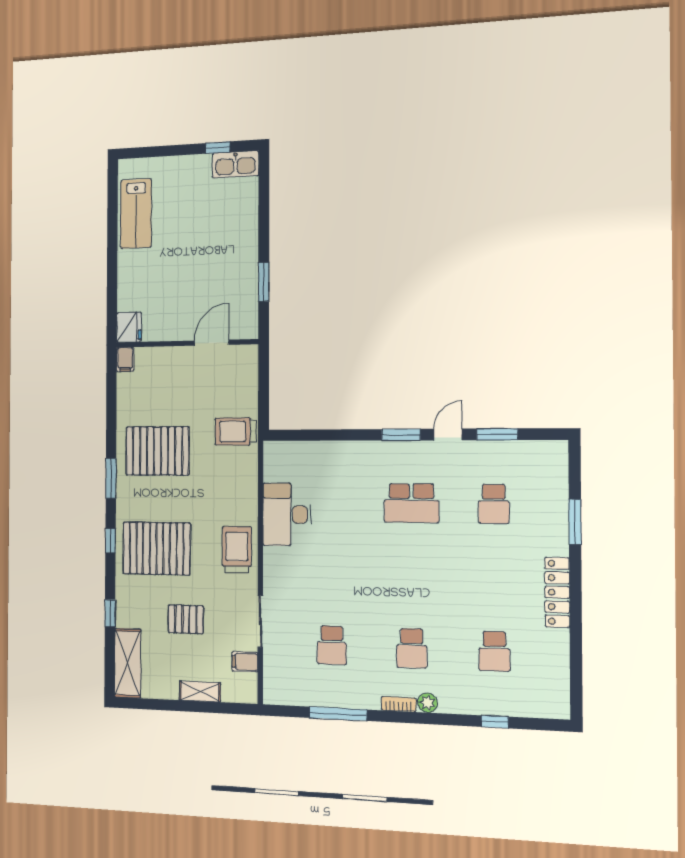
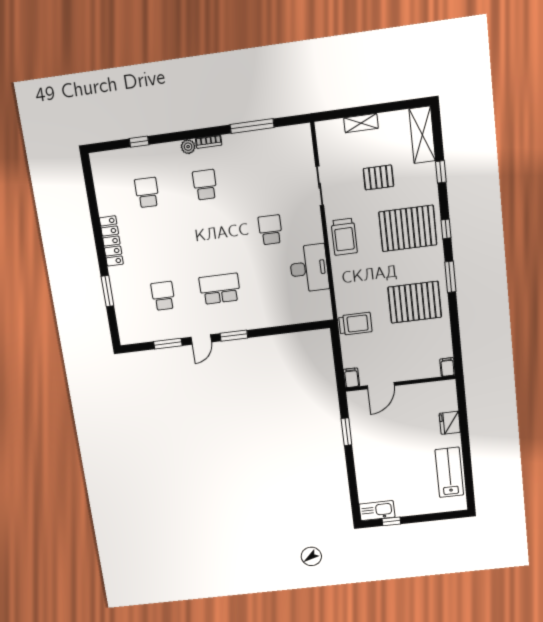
fridge: (129, 327) -> (450, 423), moved
school desk: (332, 645) -> (270, 230), moved
filing cabinet: (245, 662) -> (351, 378), moved, turned -90

